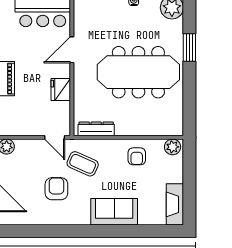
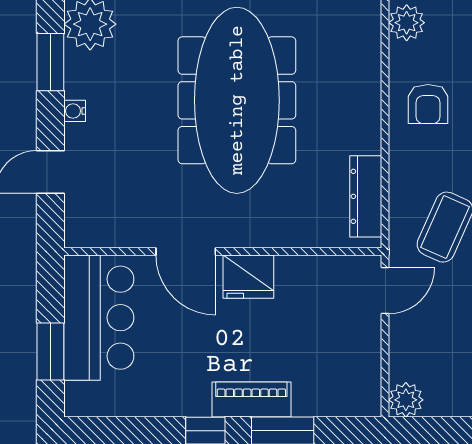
fridge: (61, 89) -> (248, 277), moved
armchair: (137, 156) -> (428, 104), turned 90

